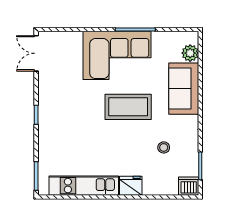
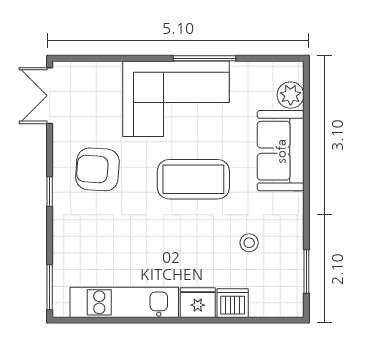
armchair: (67, 101) -> (97, 169), added
dishwasher: (189, 186) -> (233, 303), moved

